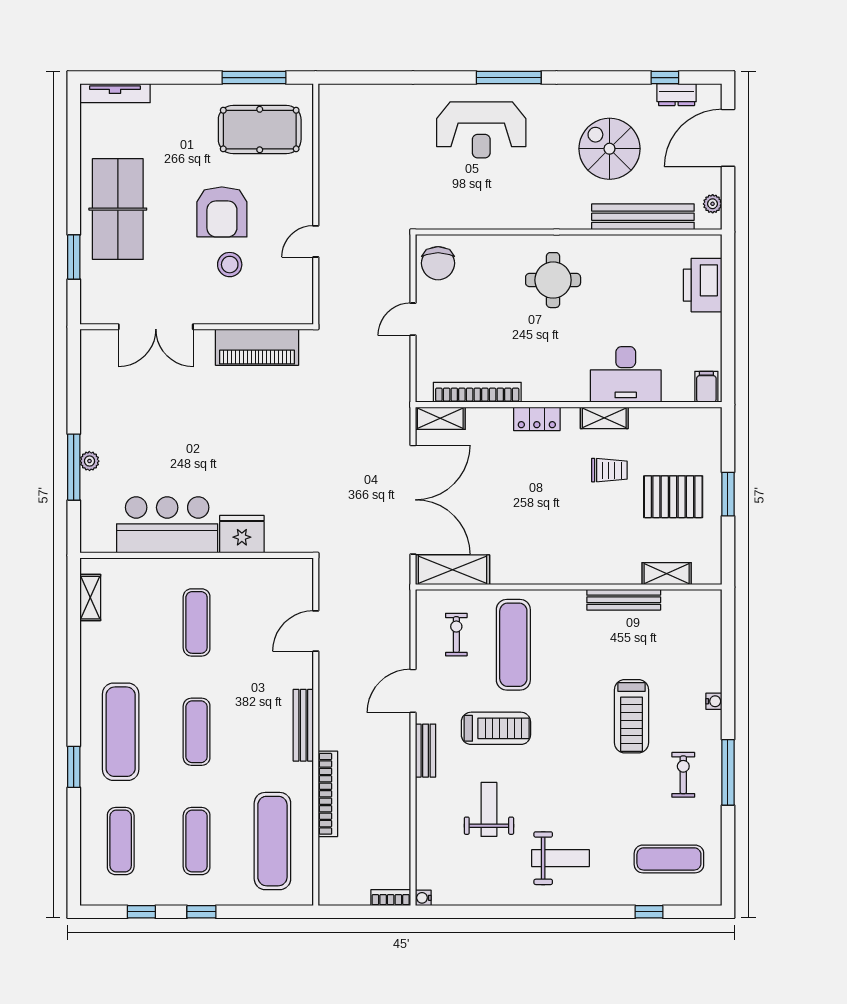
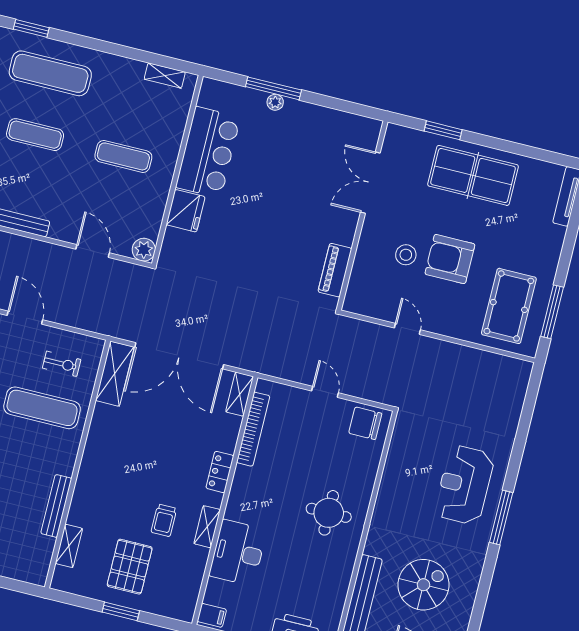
piano: (257, 347) -> (335, 270), width x0.73, depth x0.75
plant: (299, 572) -> (144, 250), added

